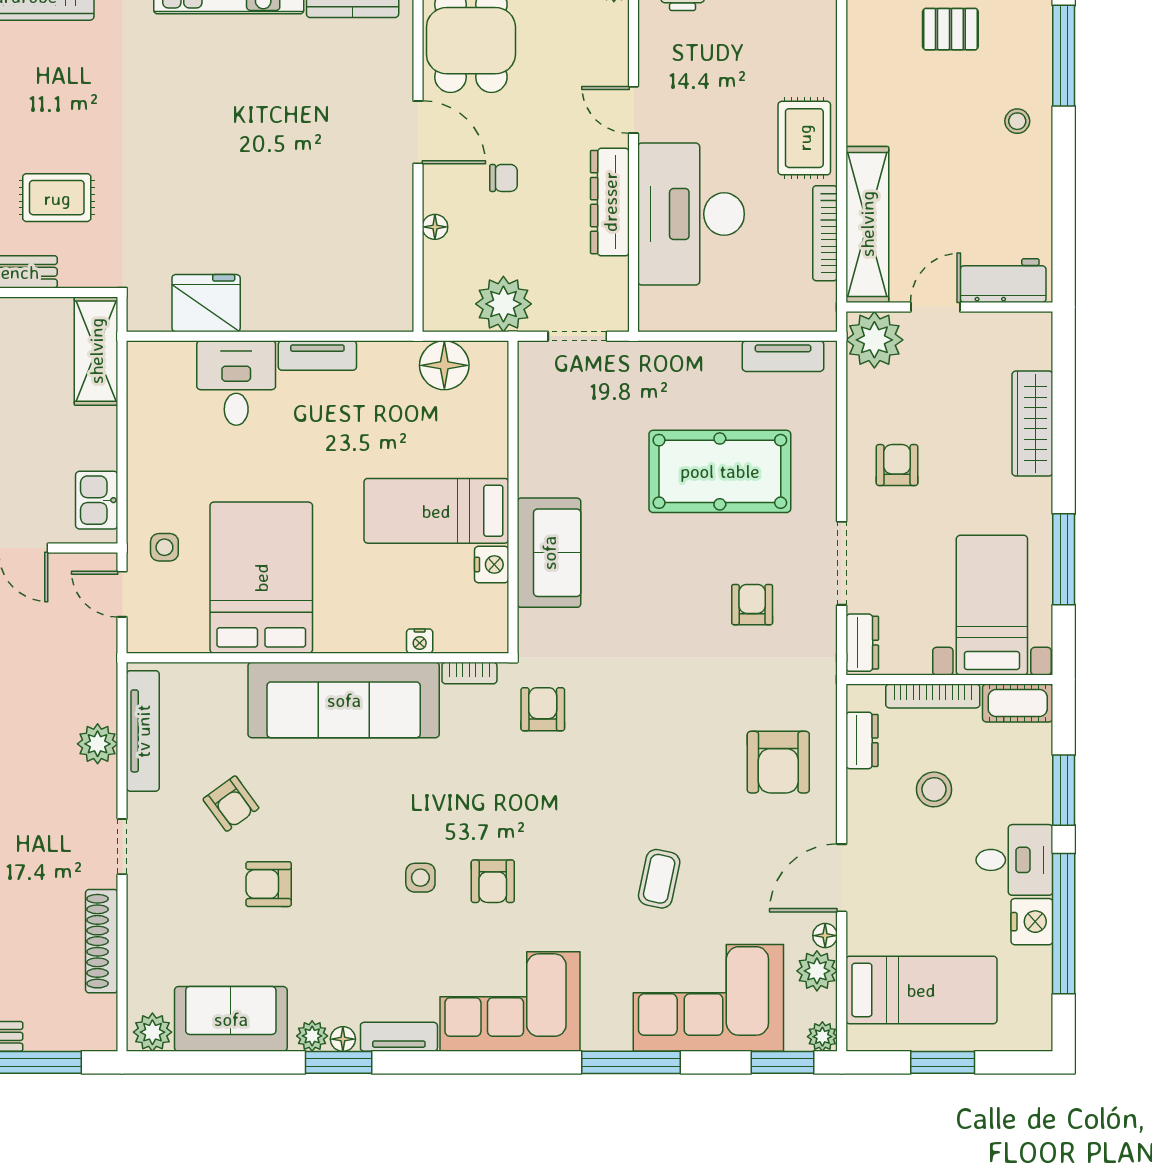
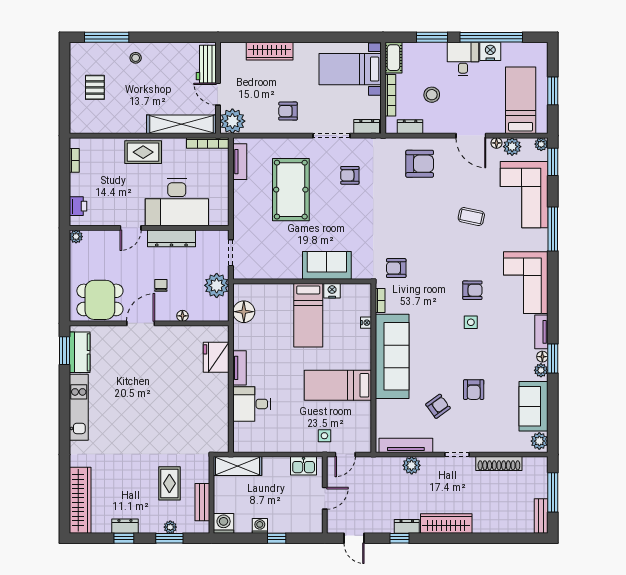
bookcase: (825, 233) -> (208, 143), moved
fridge: (206, 303) -> (216, 357), moved
window: (1064, 559) -> (330, 37), removed
bed: (261, 578) -> (338, 385), width x0.67

